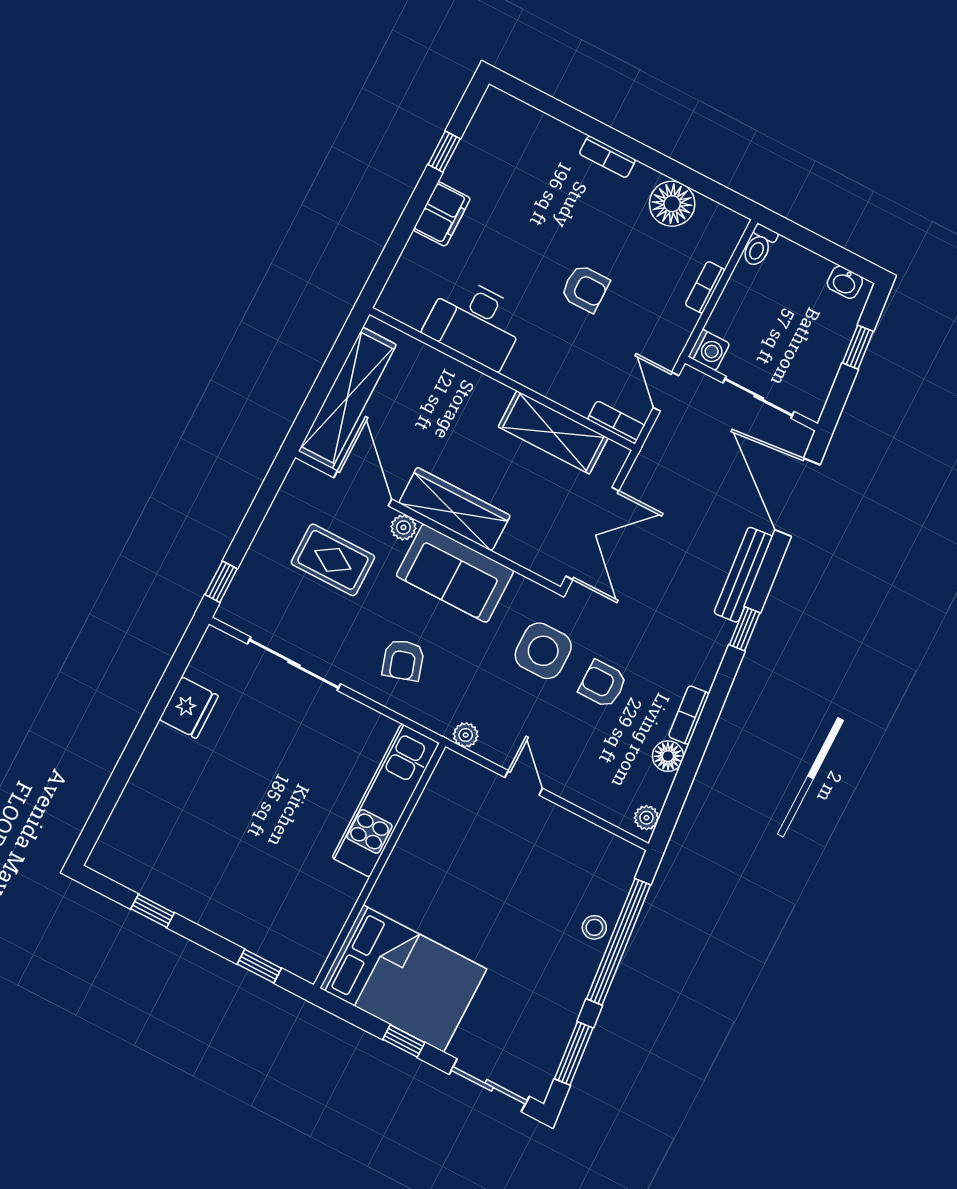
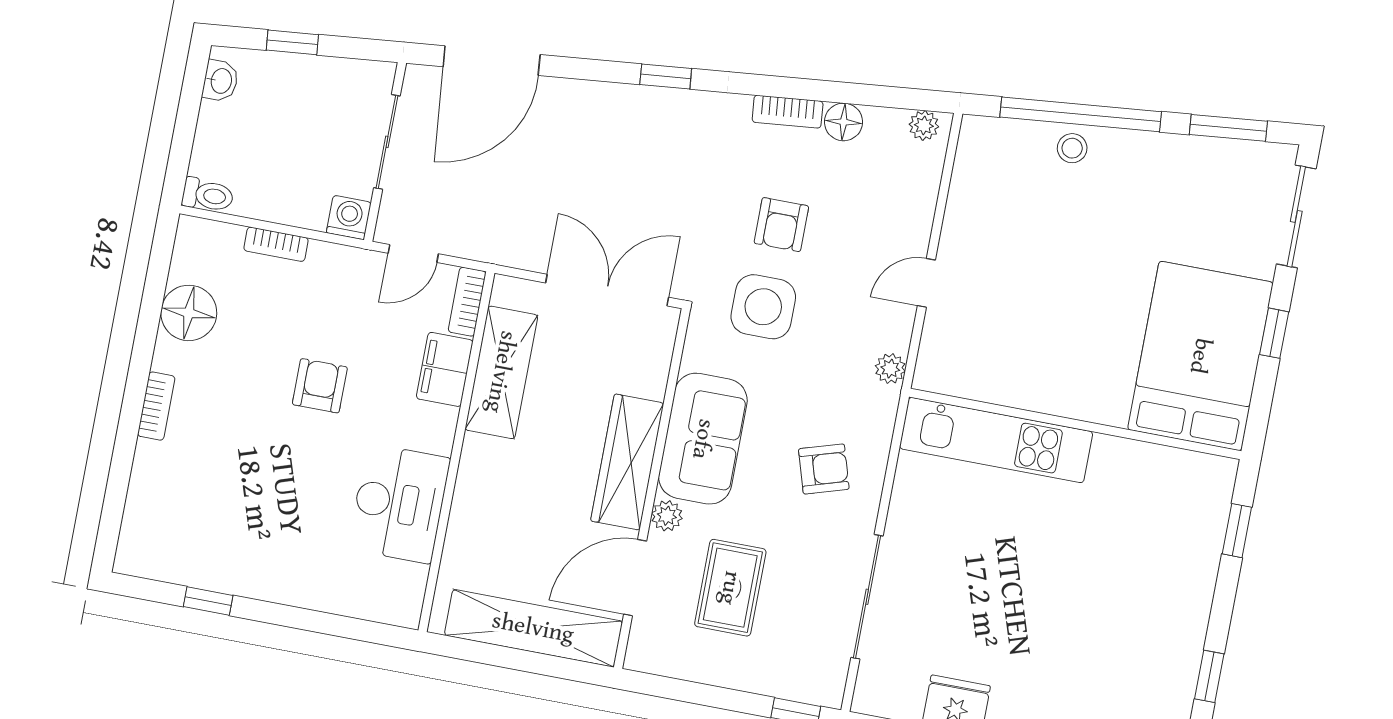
filing cabinet: (442, 214) -> (445, 369), moved, turned -90
bench: (743, 575) -> (602, 97), removed

